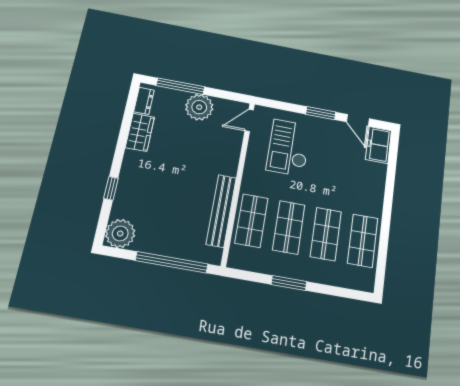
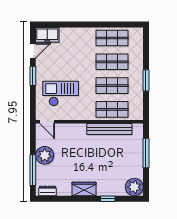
wardrobe: (140, 132) -> (84, 189), moved
checkout: (289, 148) -> (61, 94), turned 180
window: (172, 262) -> (146, 153), width x0.68

